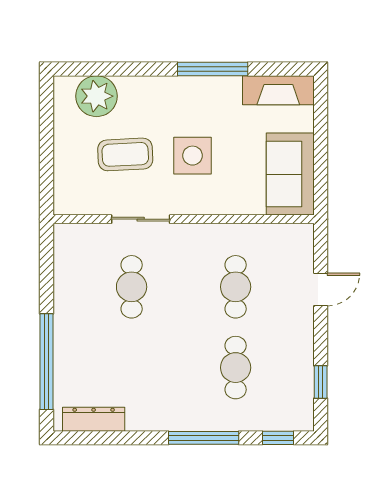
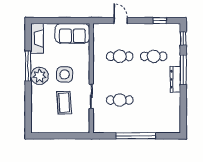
plant: (97, 96) -> (40, 76), moved
window: (47, 362) -> (136, 136), moved
dresser: (94, 419) -> (175, 79), moved

